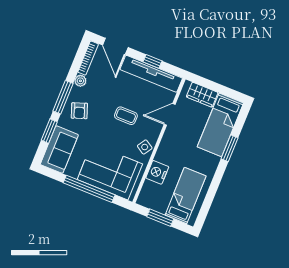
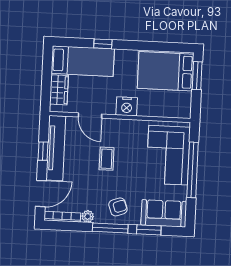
side table: (145, 147) -> (131, 129), removed
window: (230, 148) -> (103, 44), width x0.67
nightstand: (157, 172) -> (127, 106), moved
bed: (186, 196) -> (166, 71), width x1.50
window: (160, 218) -> (197, 76), moved

